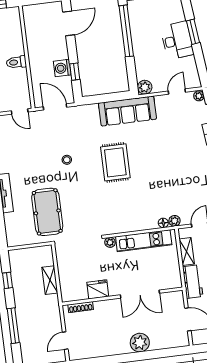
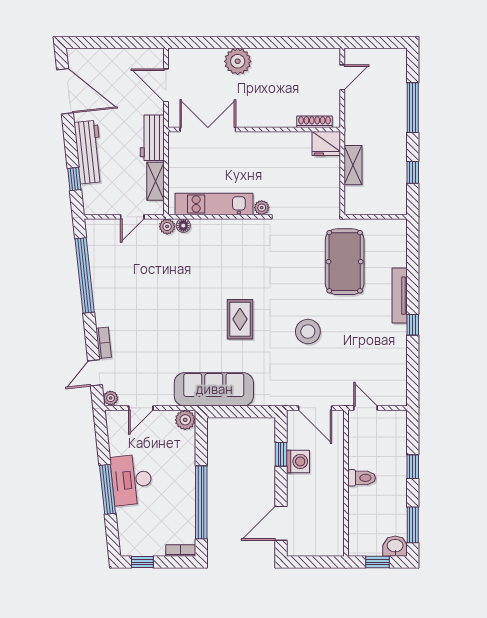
window: (193, 32) -> (107, 489), width x1.44
stool: (67, 160) -> (308, 332), width x1.89, depth x1.89
rug: (115, 162) -> (240, 319), width x0.73, depth x0.70
fridge: (98, 289) -> (326, 144), moved
double door: (140, 294) -> (208, 130), moved

